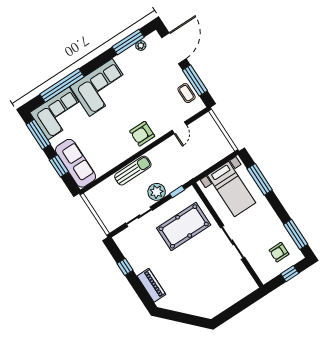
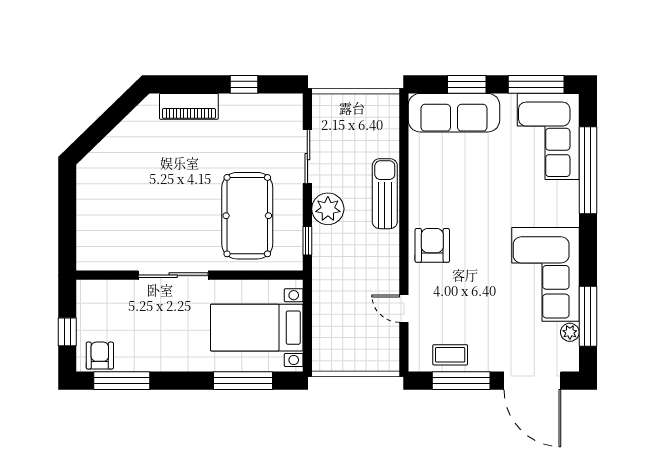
corner sofa: (101, 87) -> (545, 274), moved
sun lounger: (133, 171) -> (385, 194), turned 180
armchair: (279, 252) -> (100, 356), moved

